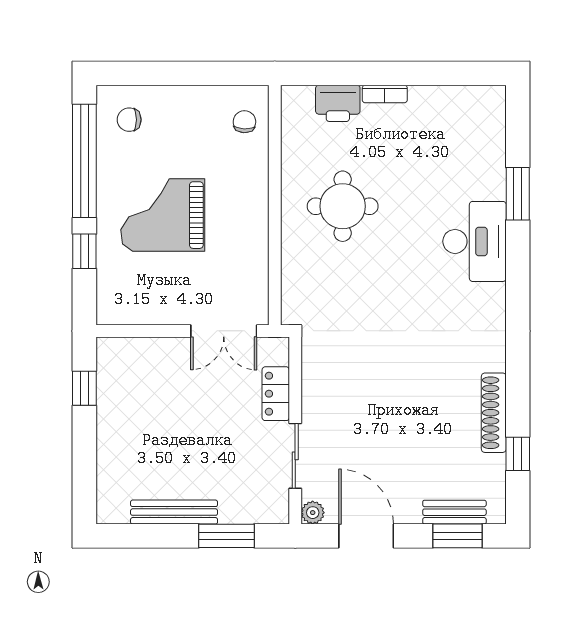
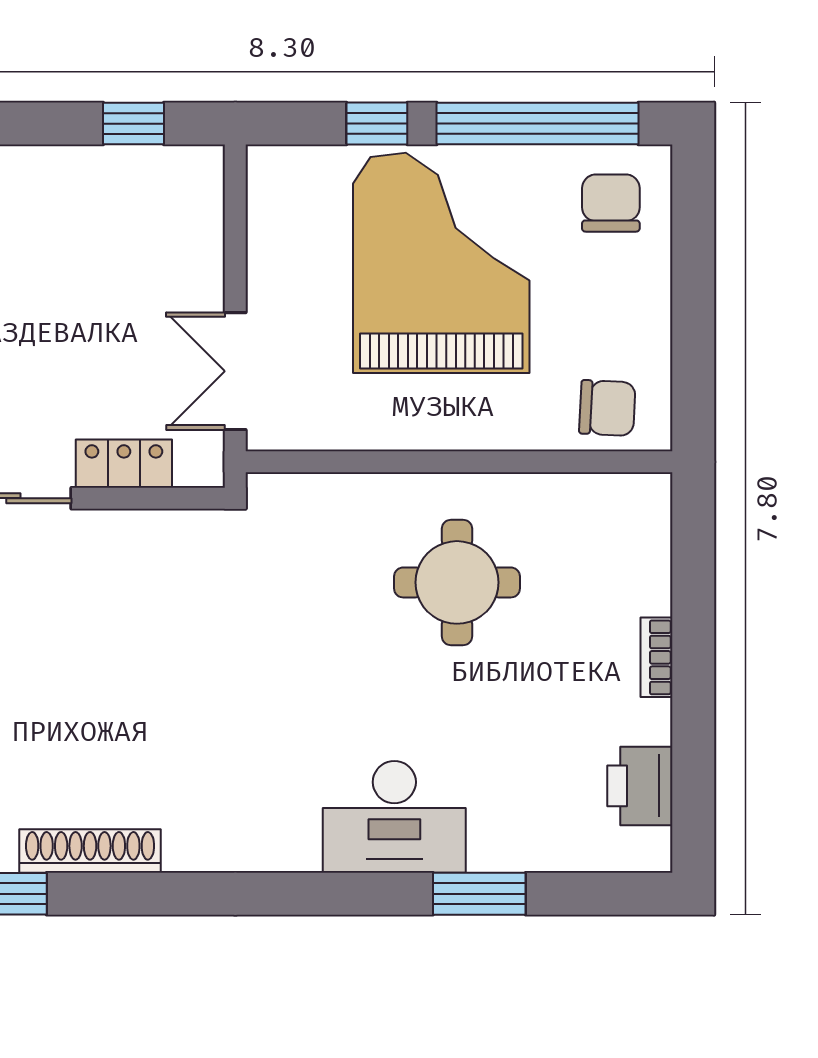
printer: (338, 103) -> (640, 786), moved
chair: (129, 120) -> (611, 203), width x1.37, depth x1.37
chair: (244, 122) -> (607, 408), width x1.37, depth x1.37
grand piano: (163, 215) -> (441, 263), width x1.37, depth x1.48

